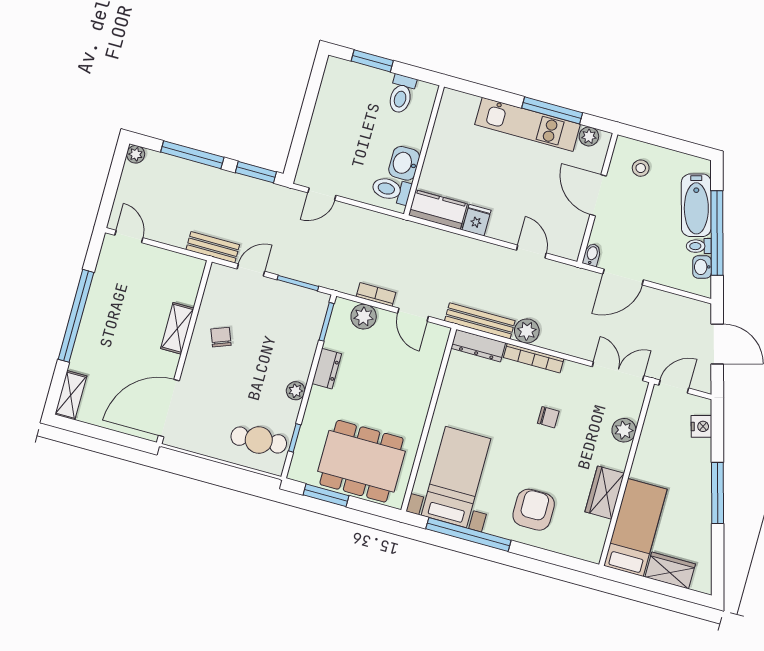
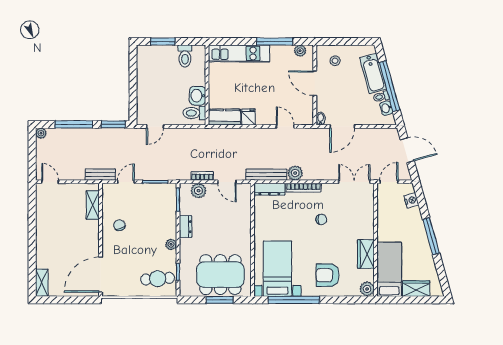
kitchen unit: (528, 124) -> (239, 54), moved
window: (76, 316) -> (32, 236), removed
shelving: (177, 328) -> (93, 205), moved
plant: (624, 430) -> (367, 289), moved
window: (326, 495) -> (220, 300), moved
armchair: (534, 510) -> (328, 275), turned -90

